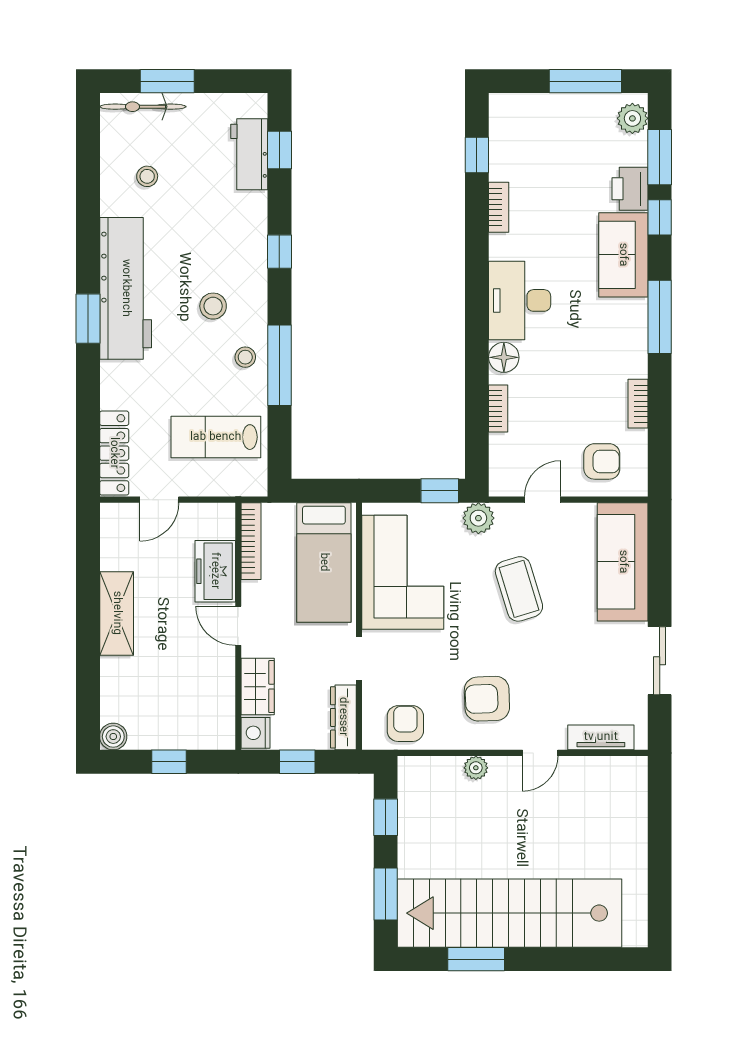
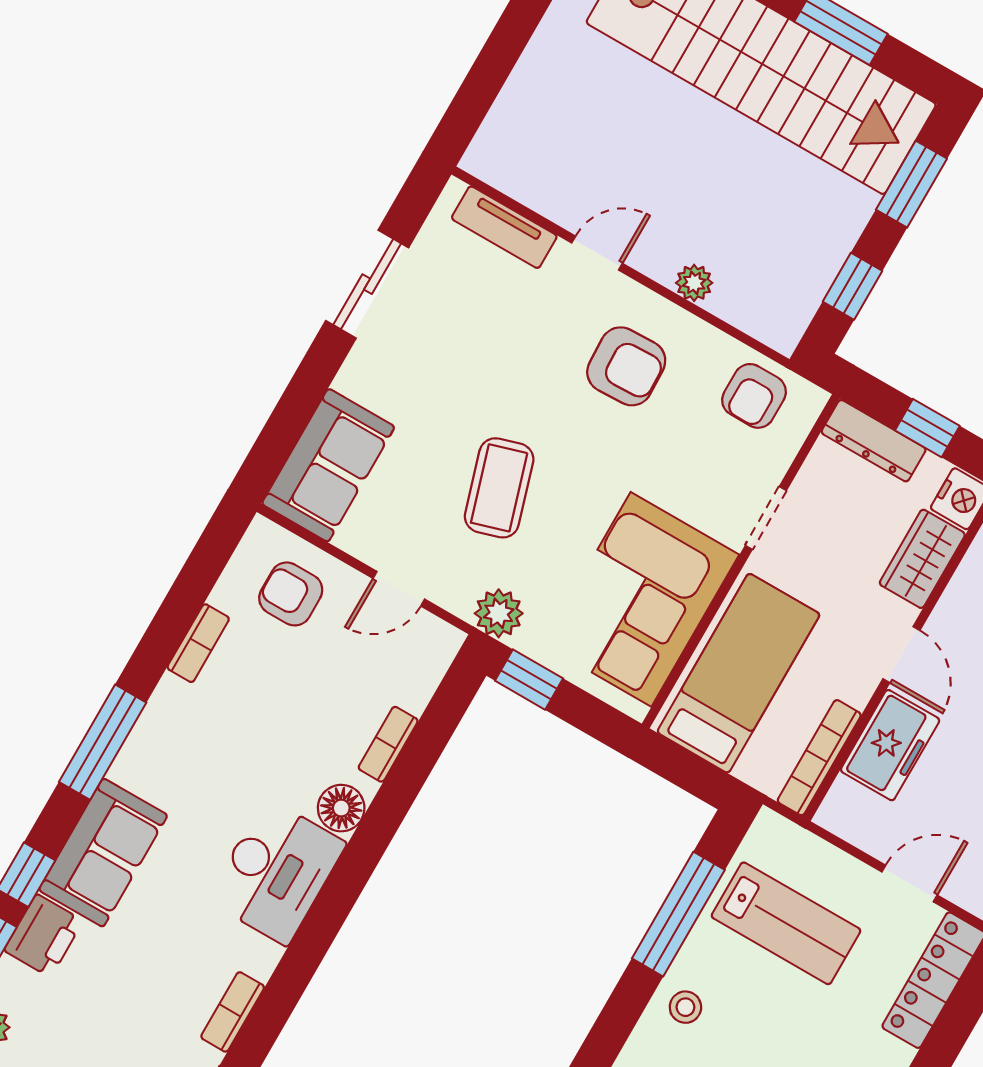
window: (279, 365) -> (678, 914), moved
sofa: (623, 562) -> (328, 465), width x0.73
dresser: (343, 717) -> (874, 441), moved, turned 90

